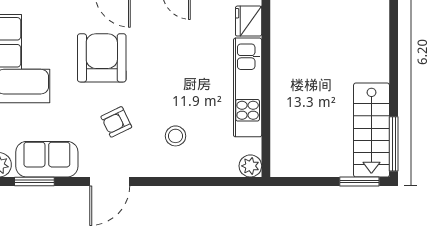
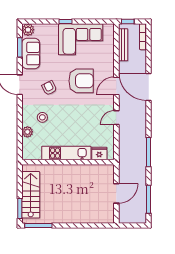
stairs: (371, 130) -> (31, 195), moved, turned 90
plant: (250, 166) -> (27, 132), moved

